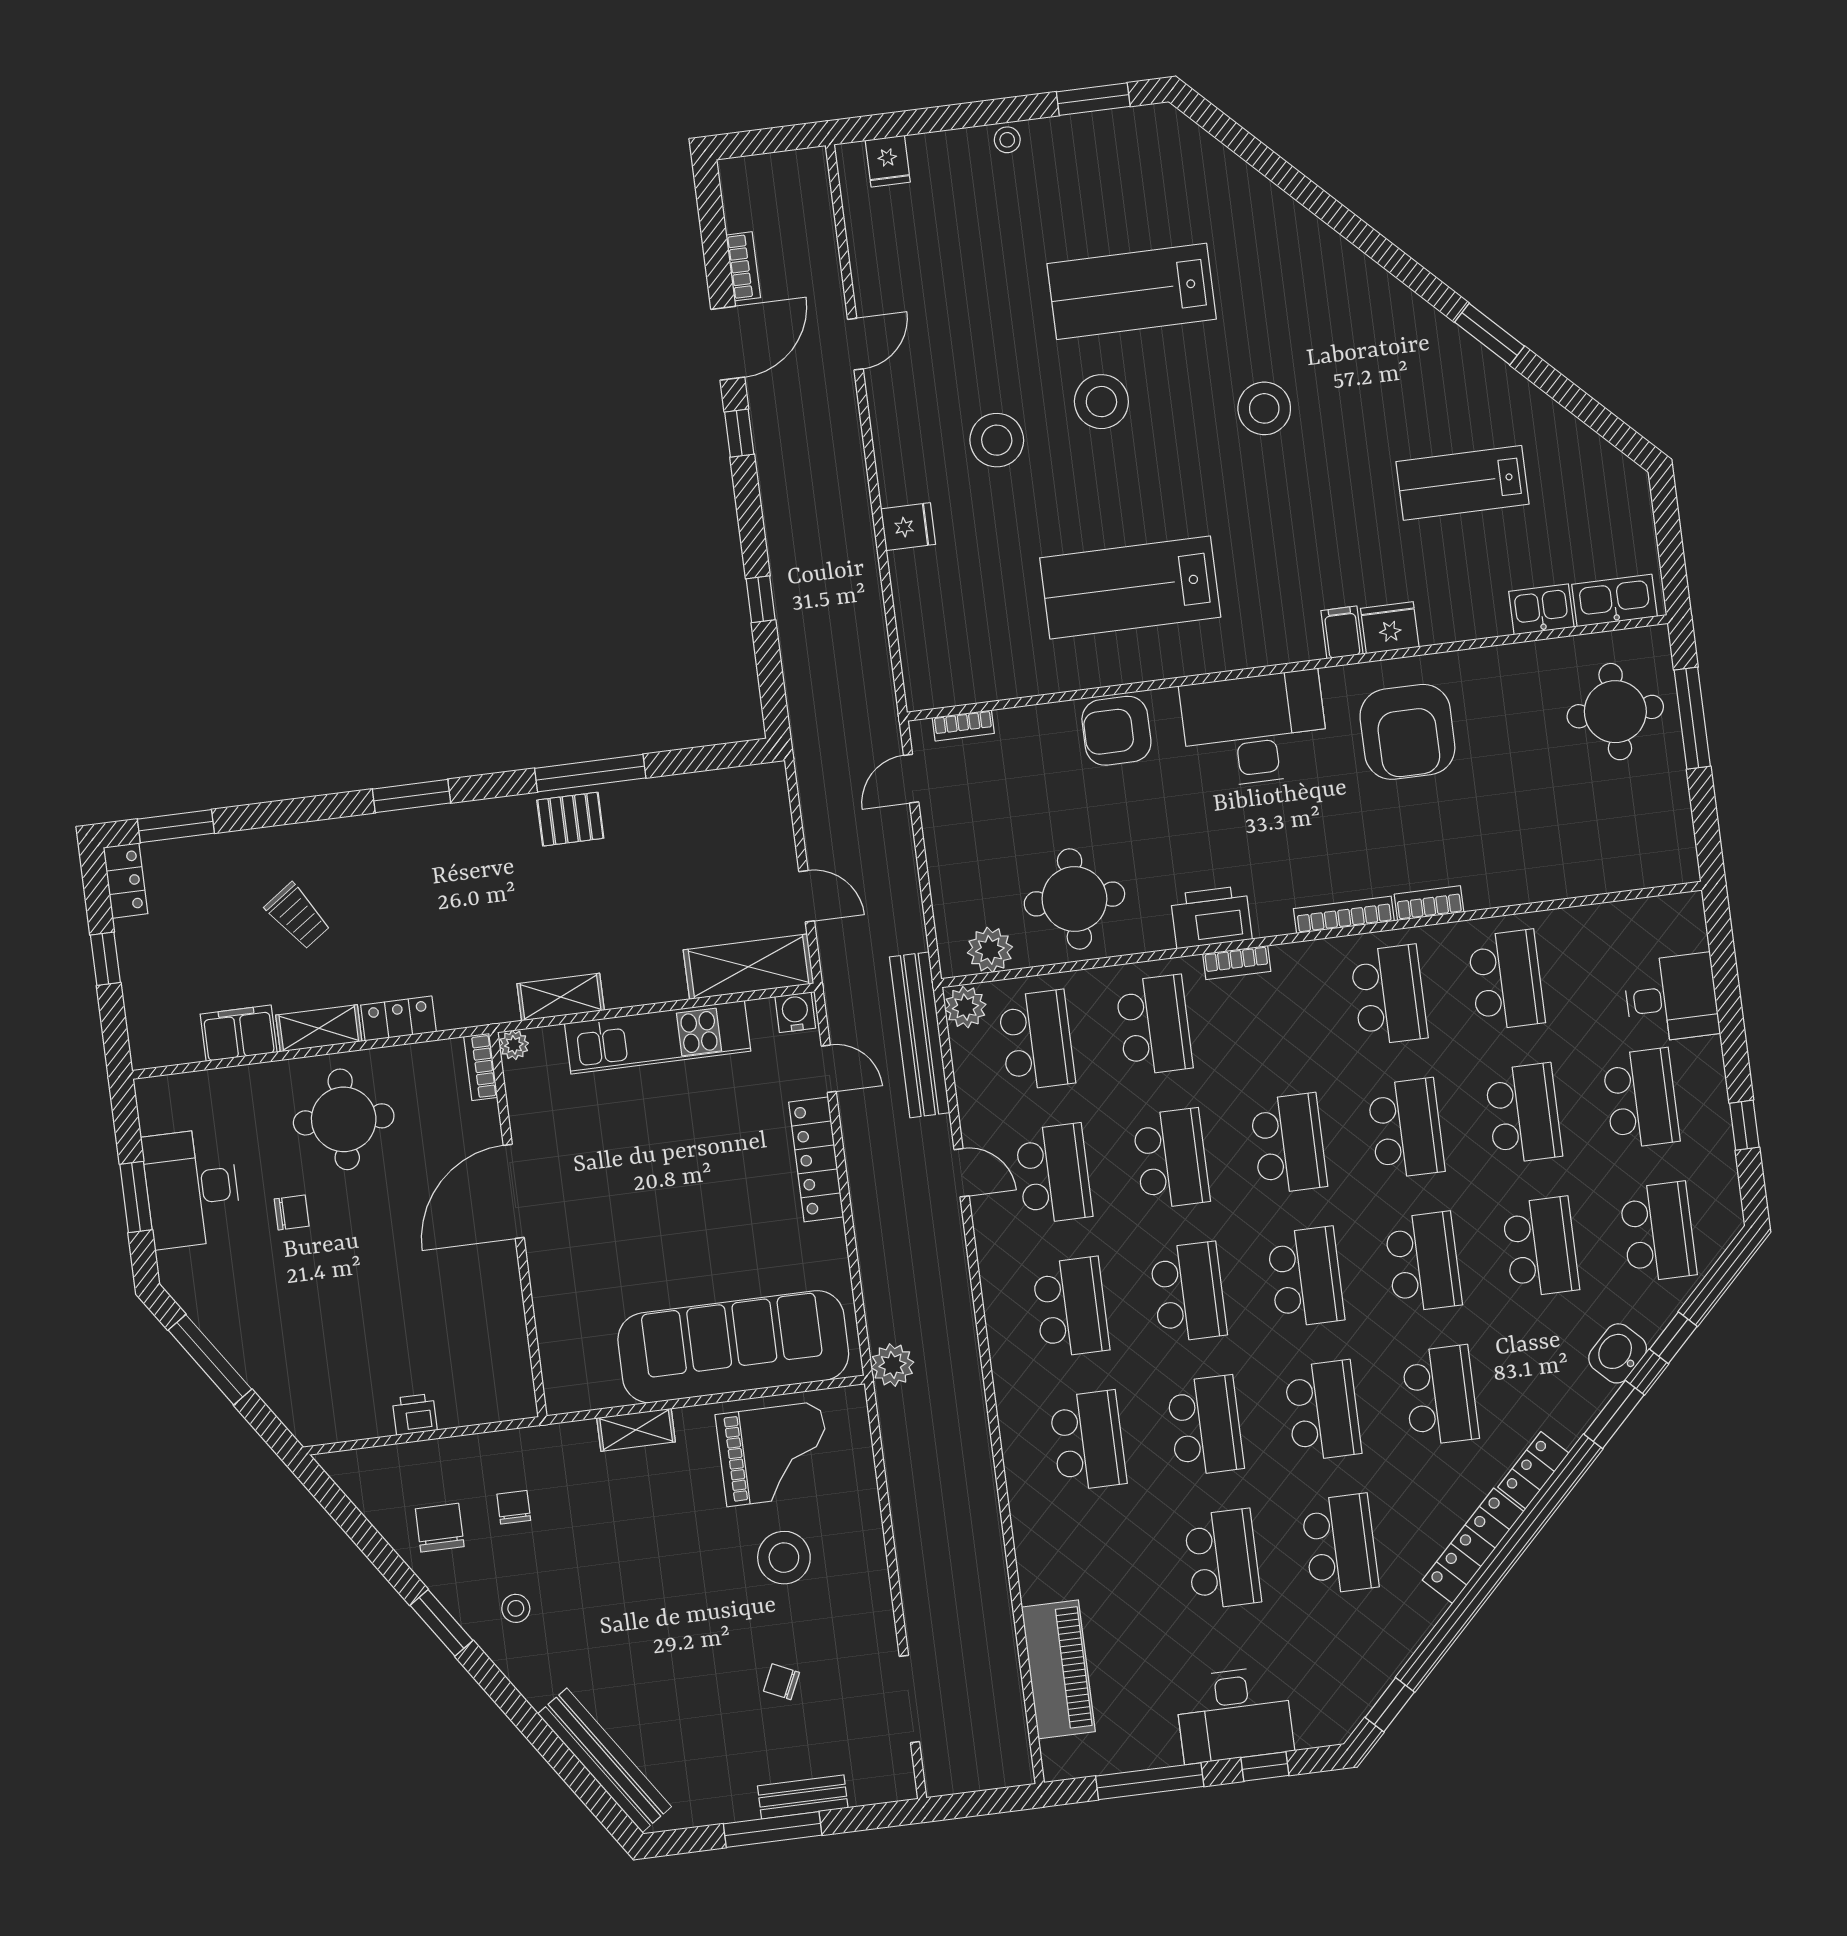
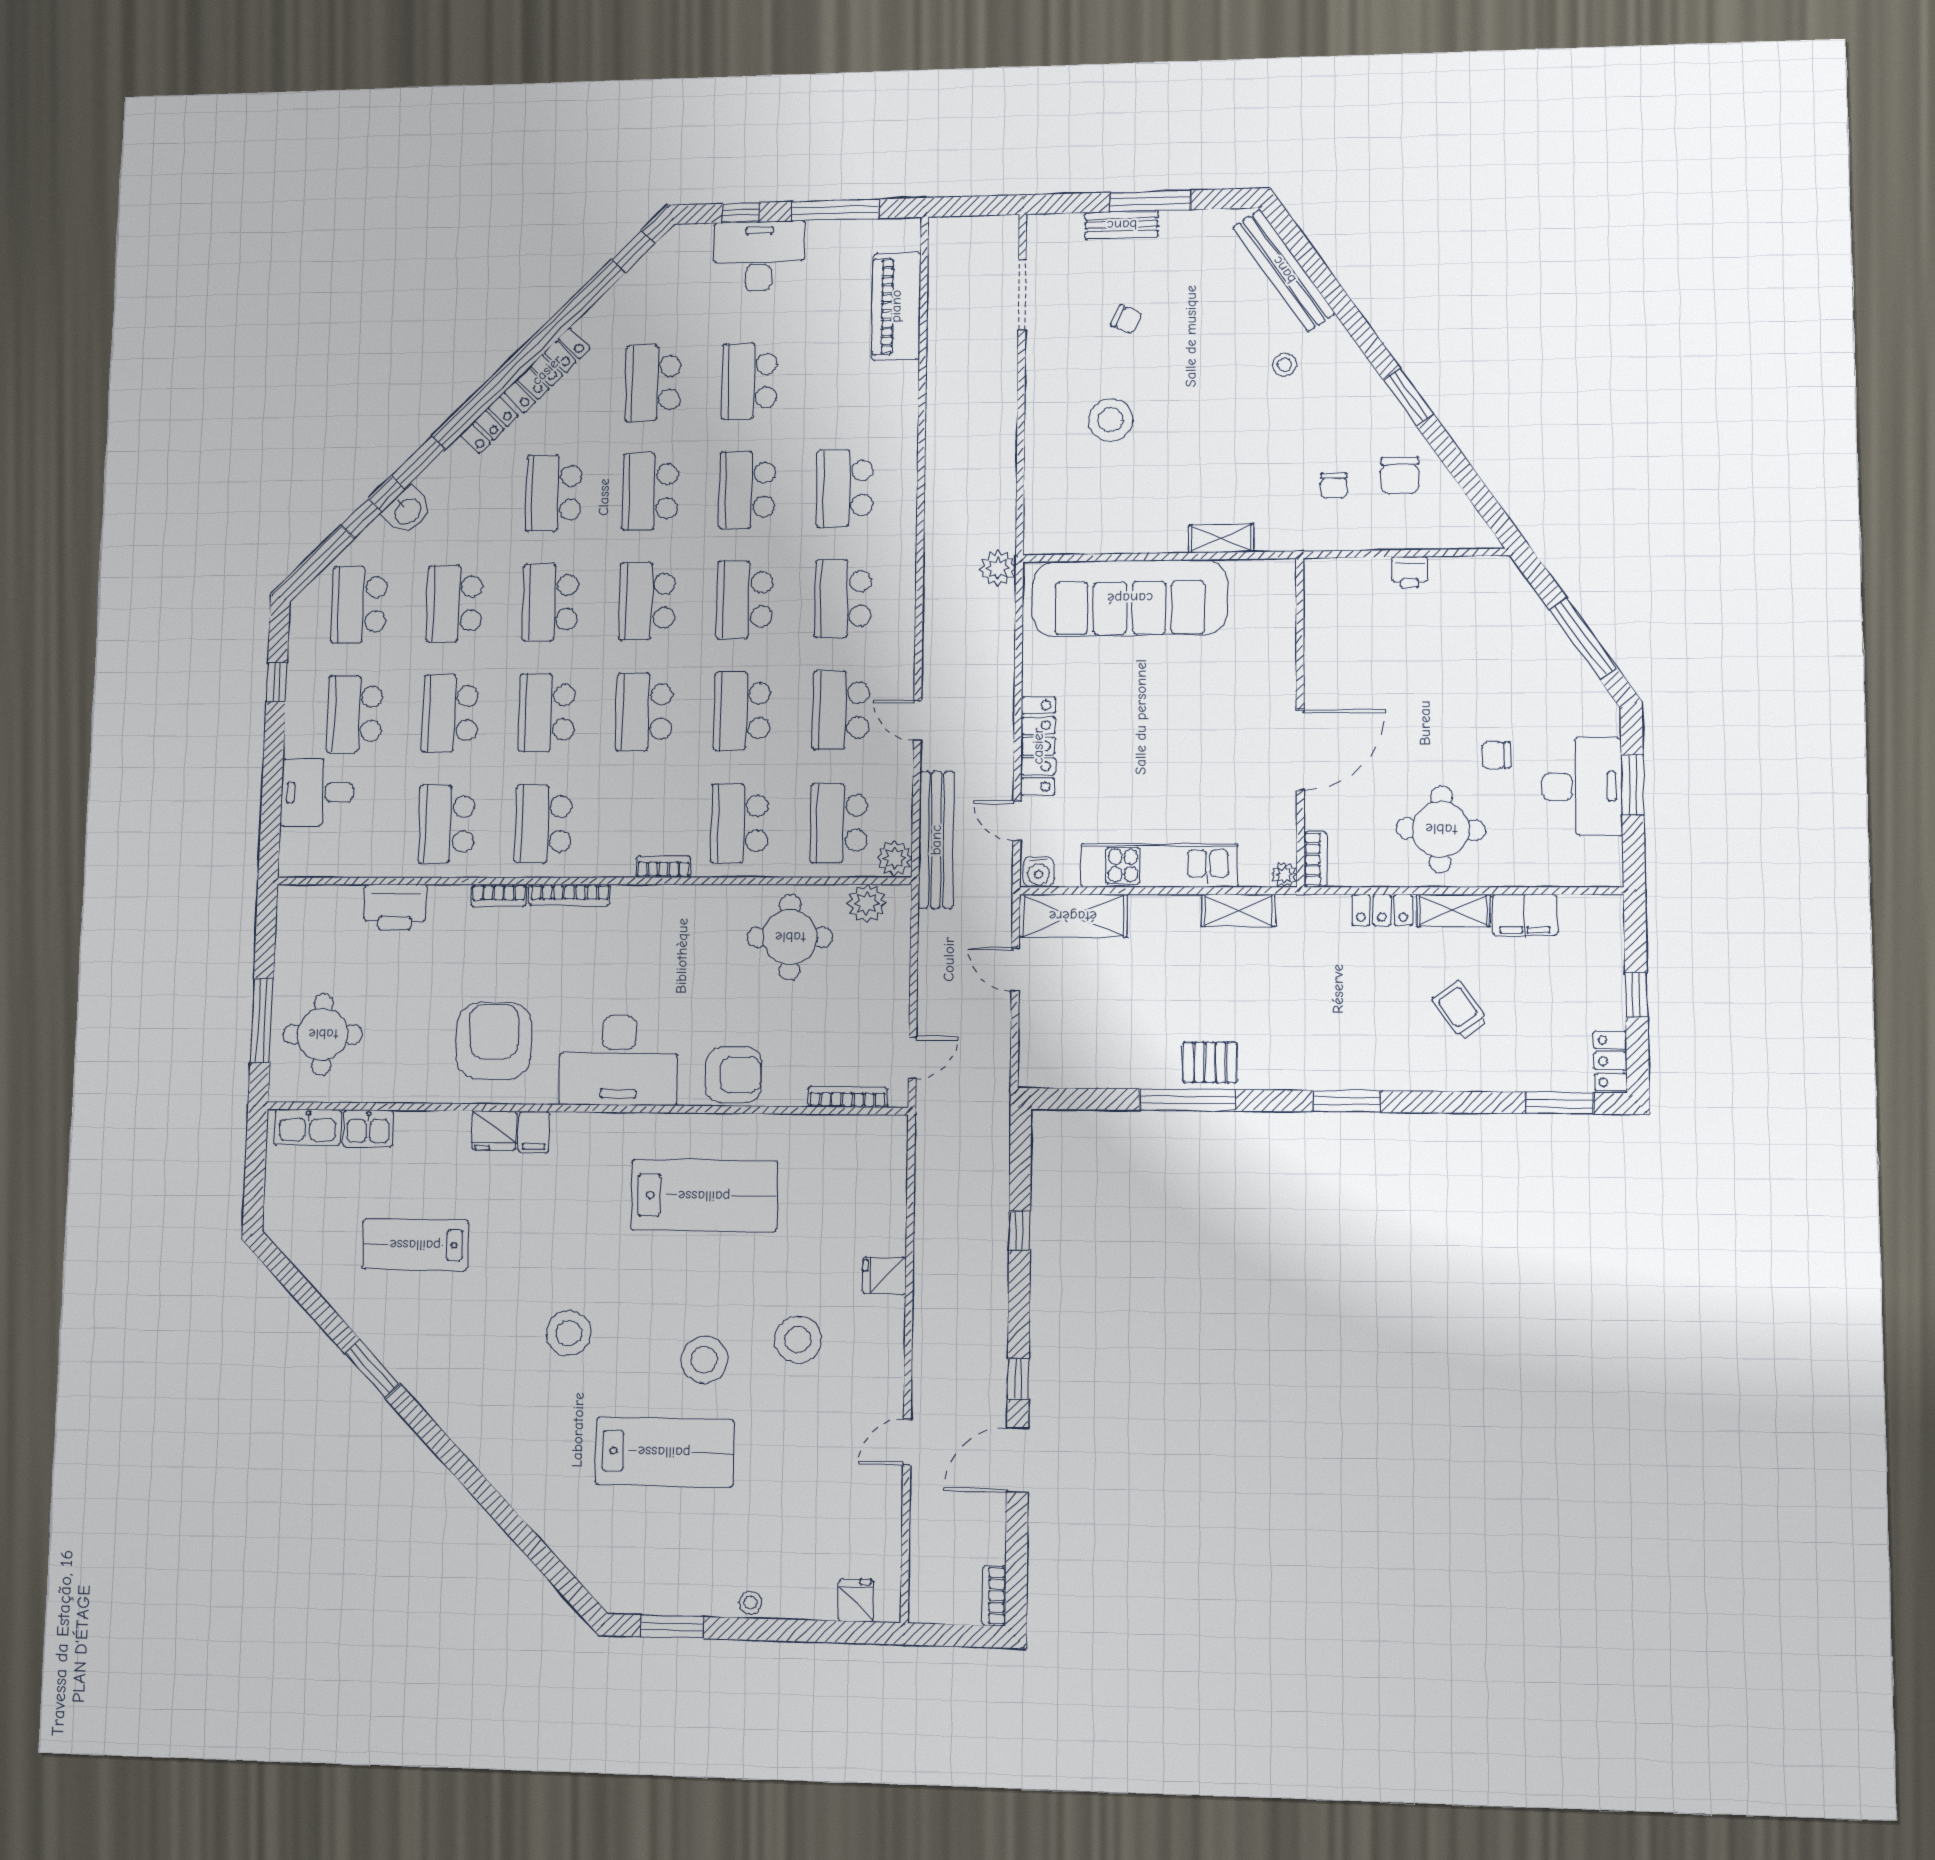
bookcase: (743, 266) -> (994, 1596), moved
lab bench: (1462, 483) -> (415, 1245), turned 180
bookcase: (963, 725) -> (848, 1097), width x1.56
printer: (1211, 917) -> (395, 907), moved
grand piano: (774, 1454) -> (1107, 506), removed
stool: (516, 1608) -> (1285, 365), moved

